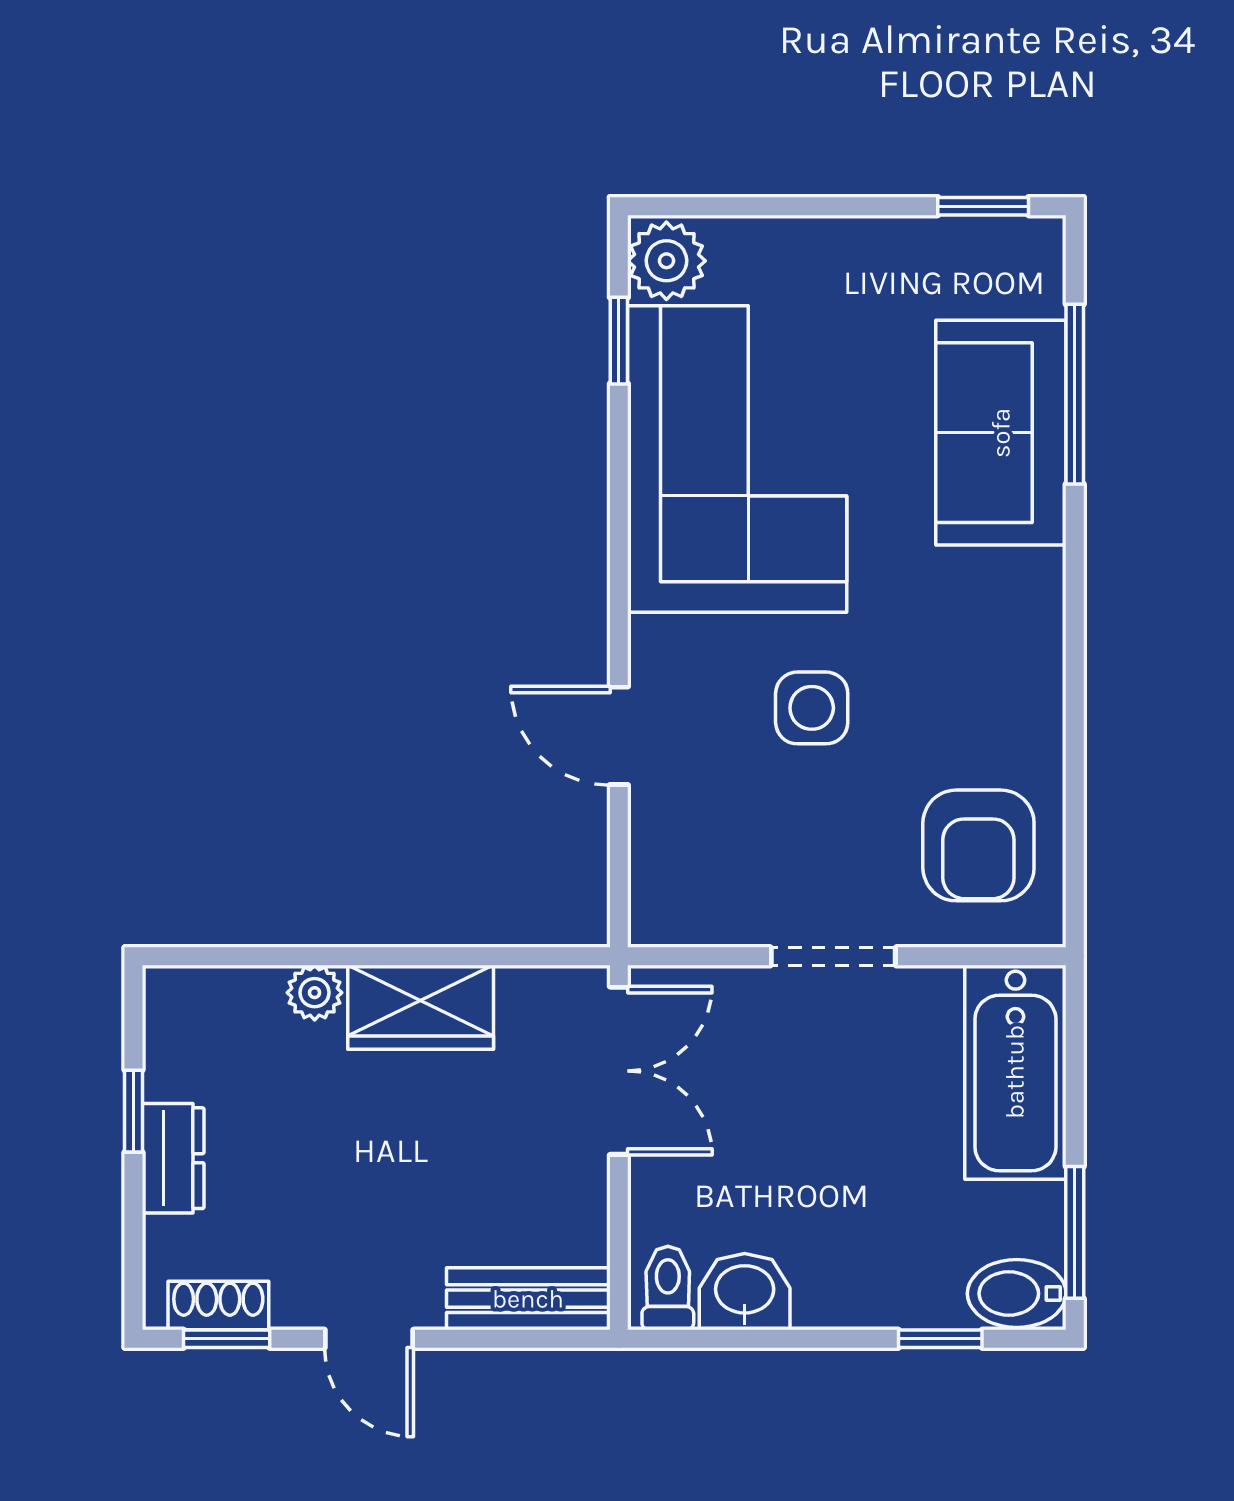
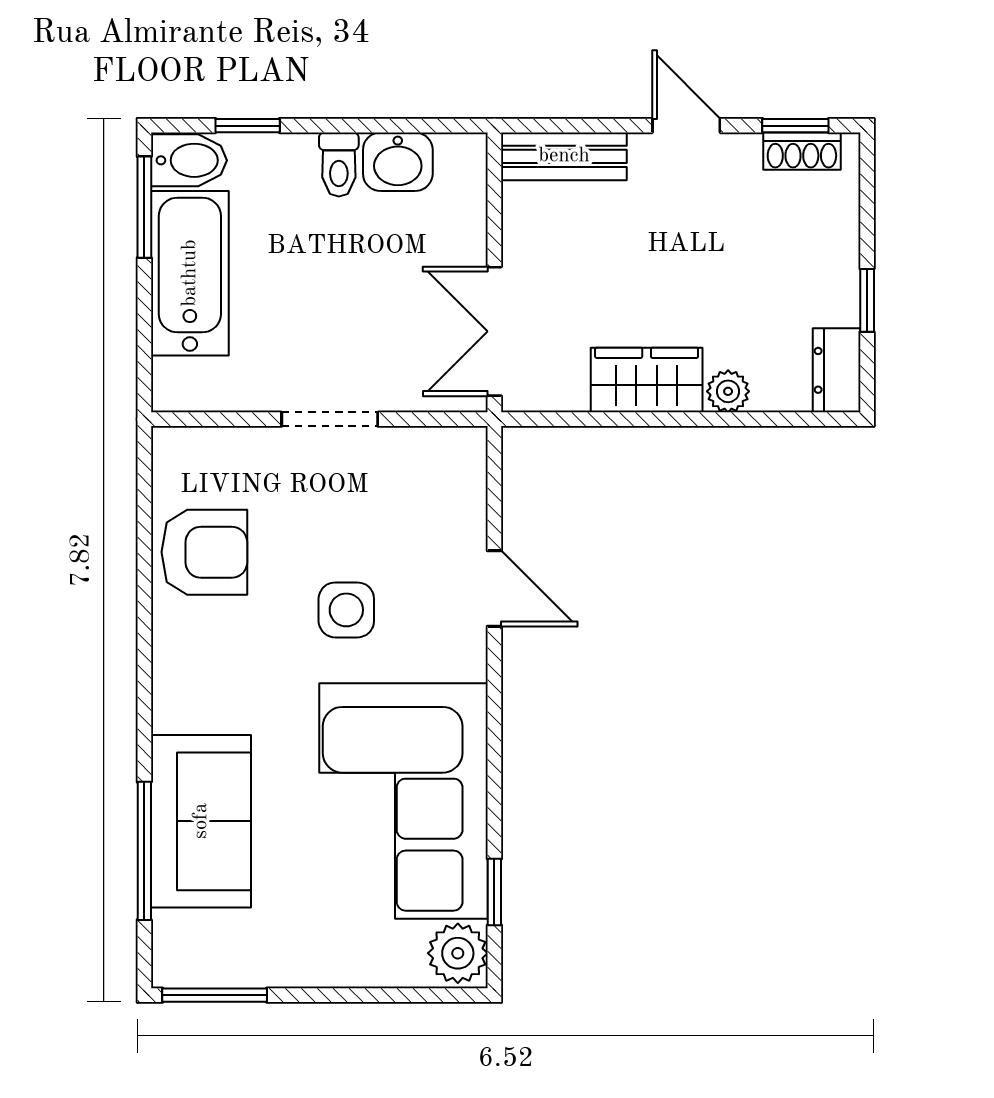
window: (983, 206) -> (215, 995), width x1.50
armchair: (978, 845) -> (204, 552), moved, turned 90
bathtub: (1015, 1072) -> (190, 273), moved
dresser: (173, 1158) -> (837, 370), moved
toilet: (668, 1288) -> (339, 164), moved

